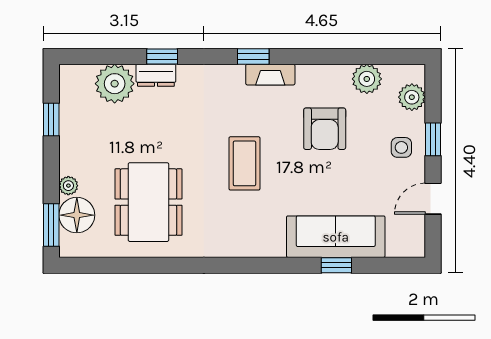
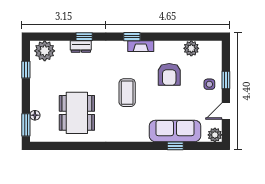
plant: (115, 84) -> (45, 51), moved
plant: (412, 97) -> (215, 135), moved
plant: (68, 186) -> (35, 104), removed
floor lamp: (77, 215) -> (35, 115), width x0.53, depth x0.53

